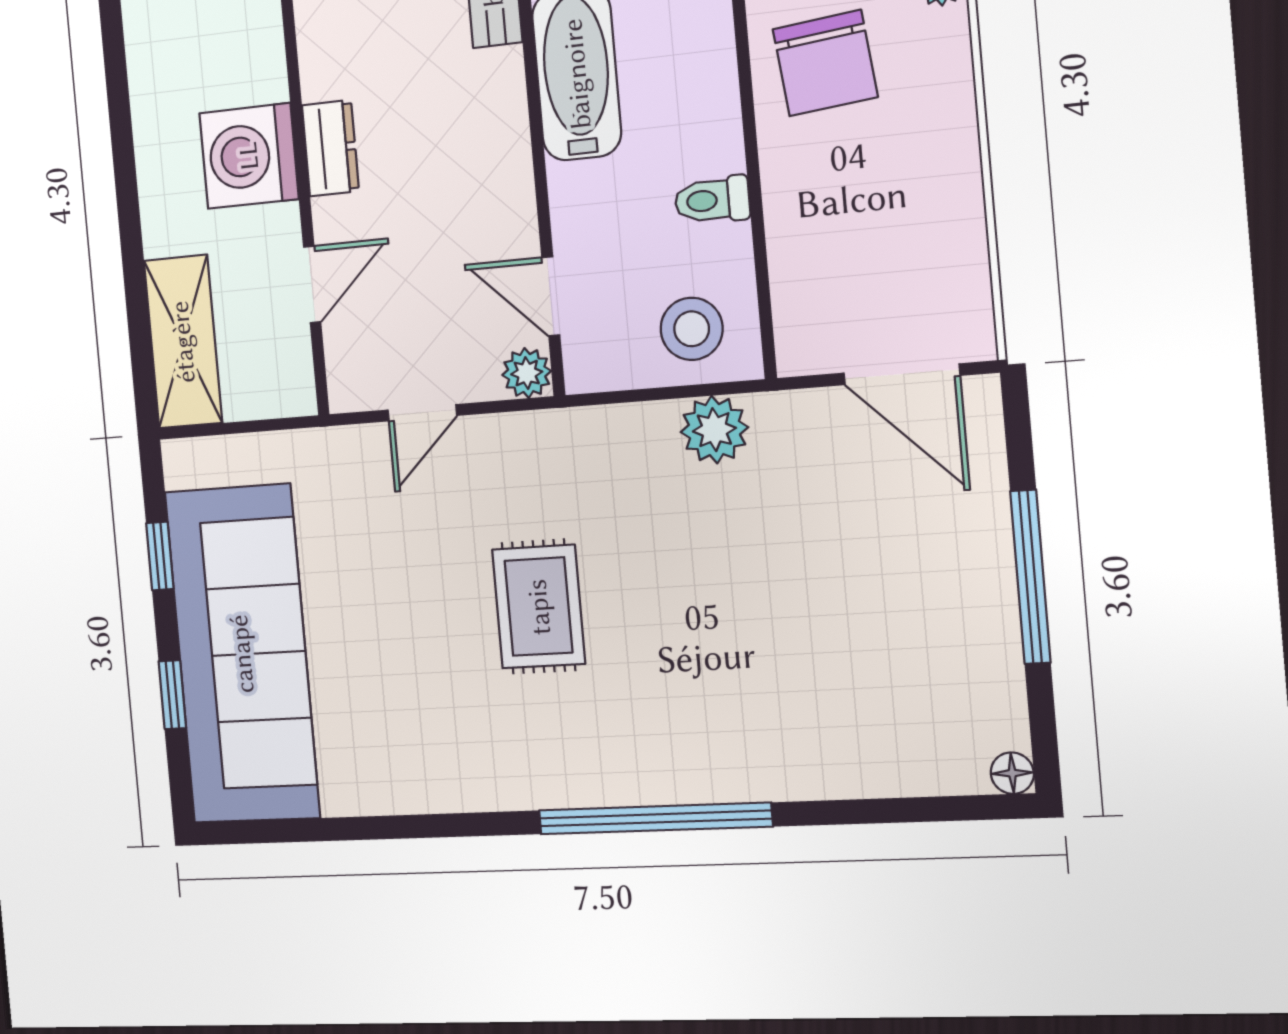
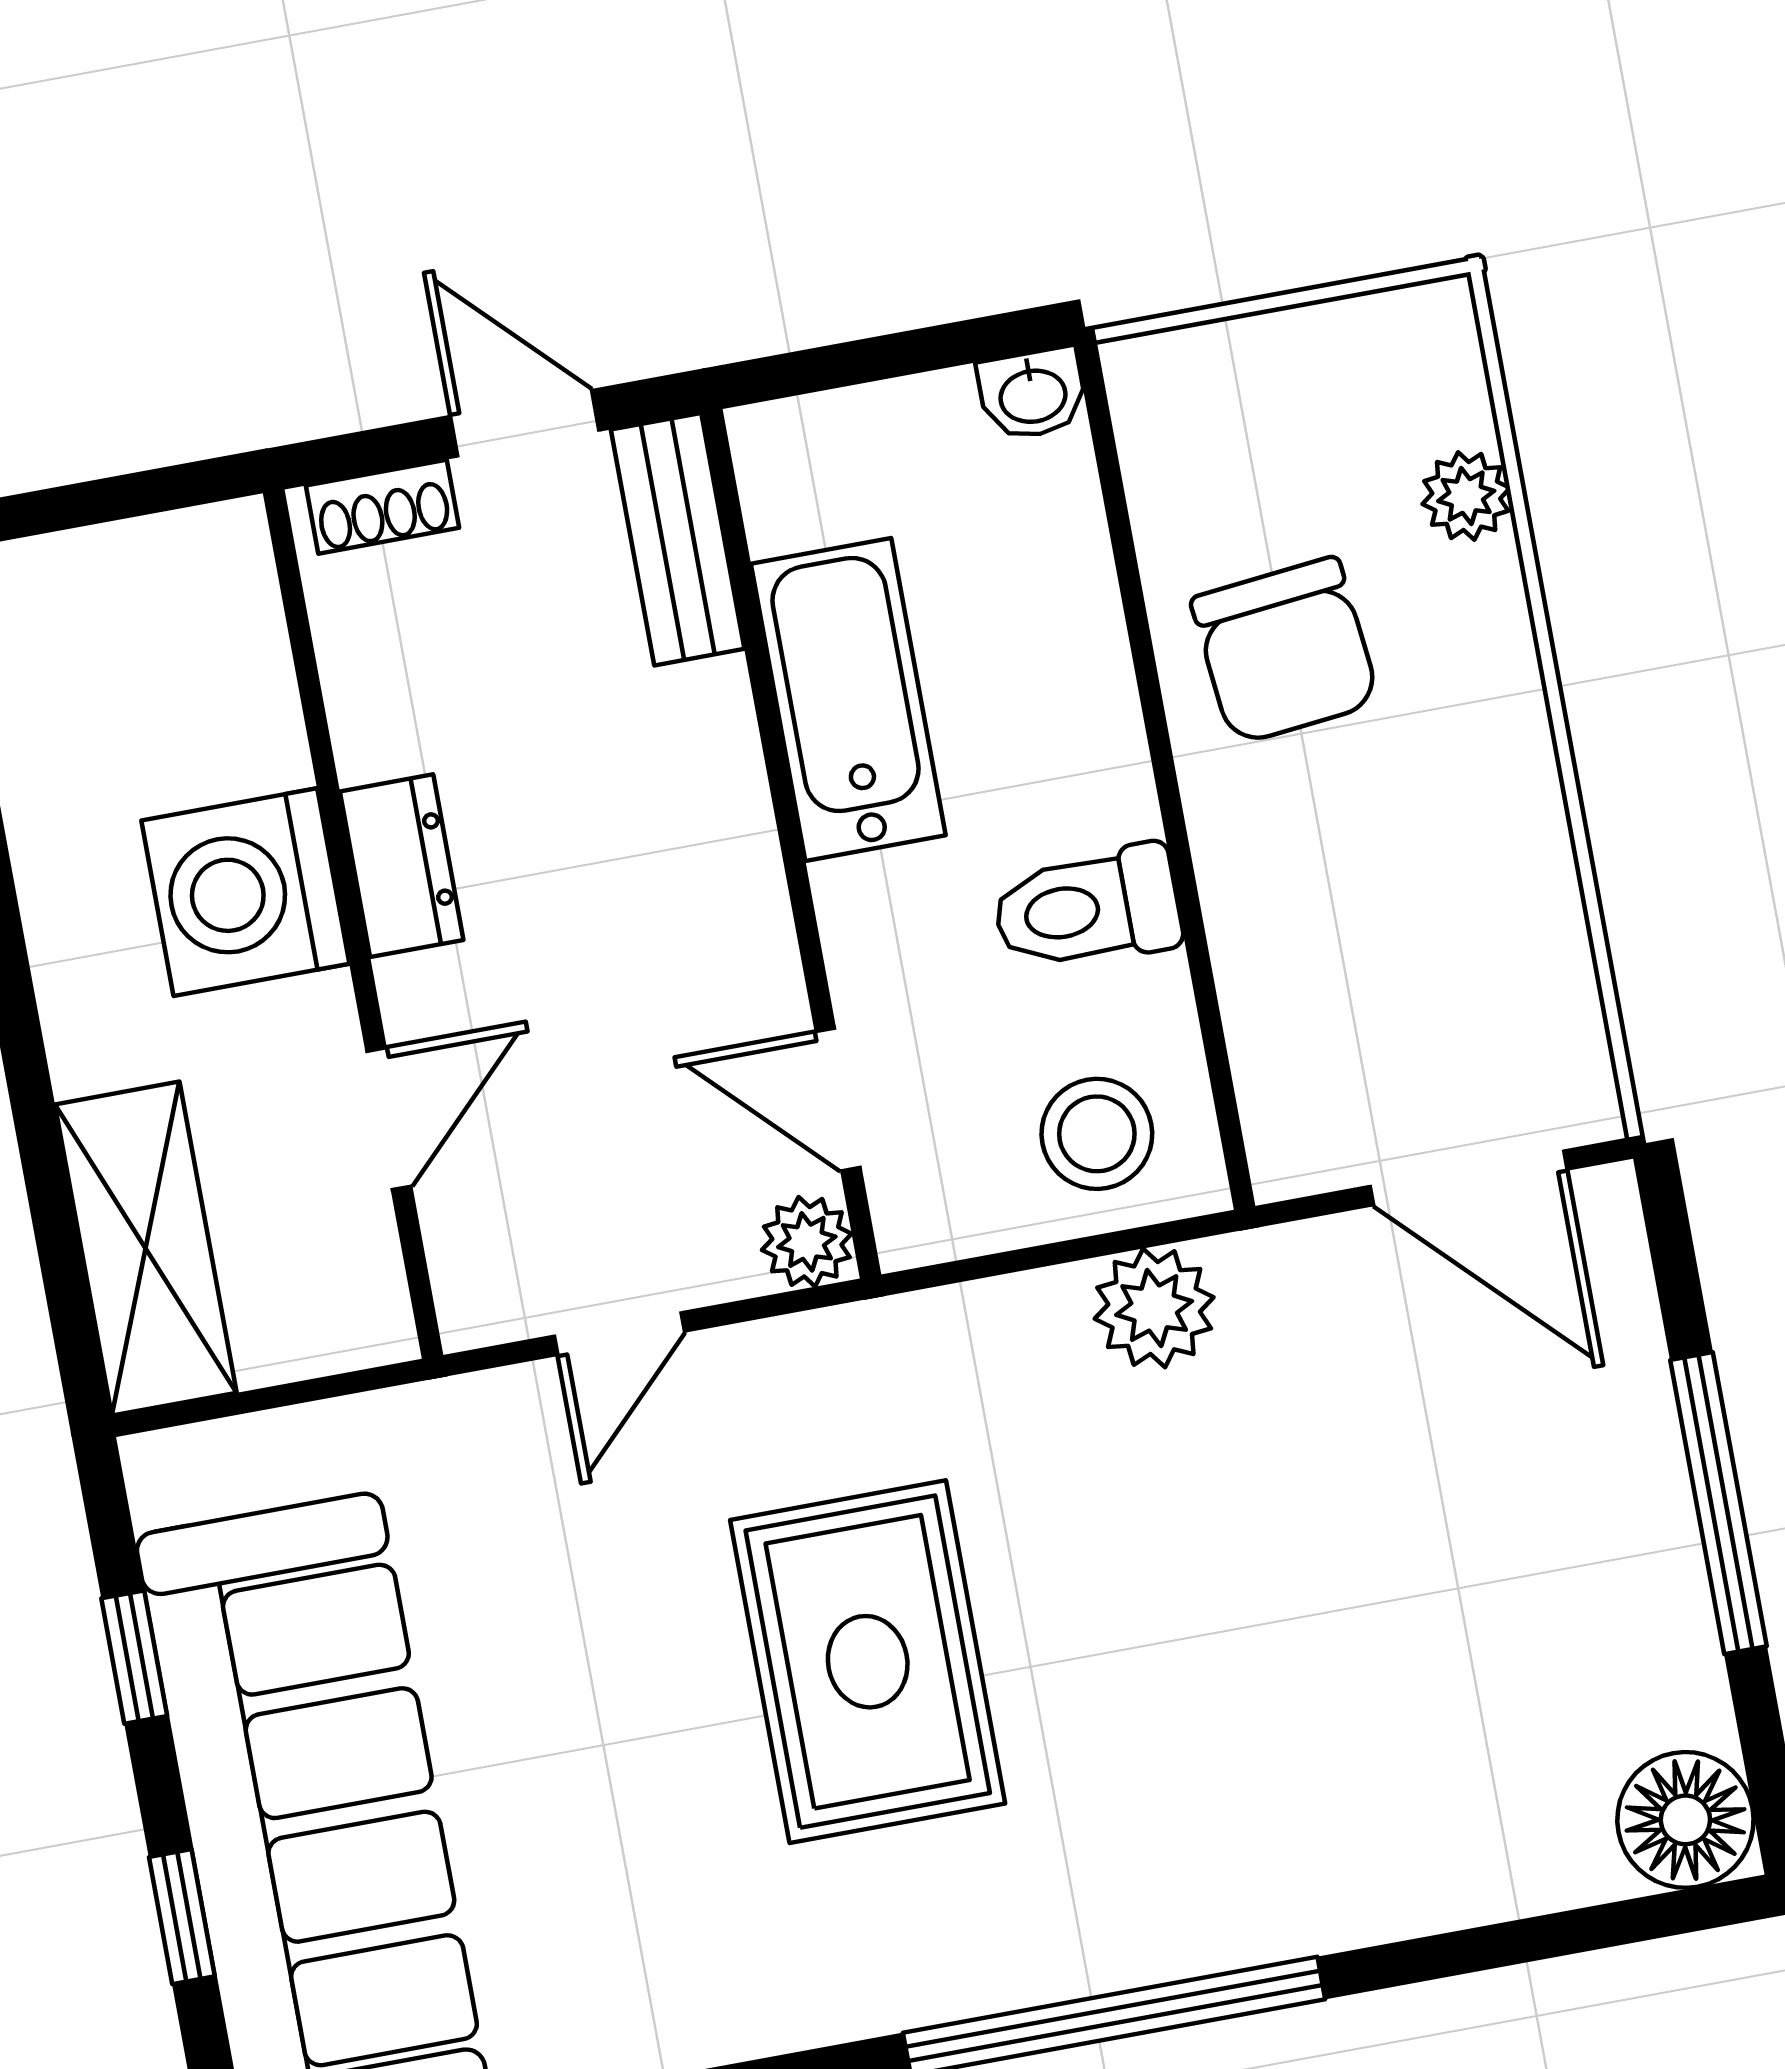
toilet: (712, 200) -> (1087, 908), width x1.37, depth x1.39
rug: (539, 607) -> (868, 1662), width x1.36, depth x1.43
floor lamp: (1012, 773) -> (1685, 1820), width x1.89, depth x1.89

